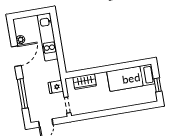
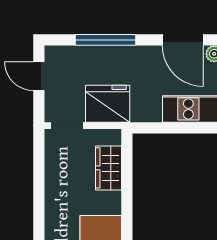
fridge: (56, 87) -> (108, 104), width x1.88, depth x1.34

